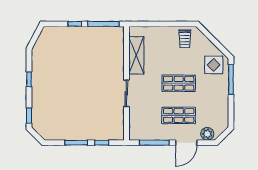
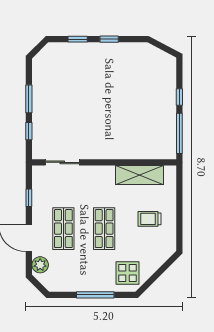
trolley: (185, 39) -> (150, 219), moved
window: (231, 79) -> (95, 295), moved
sliding door: (126, 93) -> (62, 162), moved
window: (29, 116) -> (78, 39), moved
window: (154, 143) -> (29, 198), width x0.46

